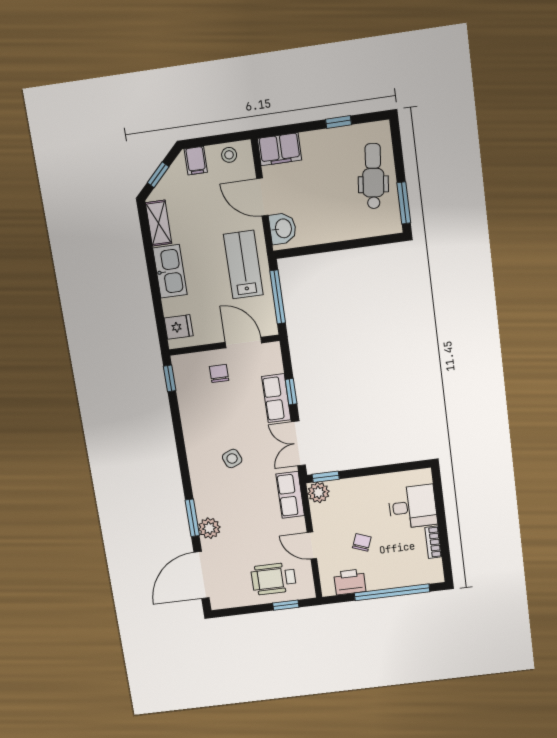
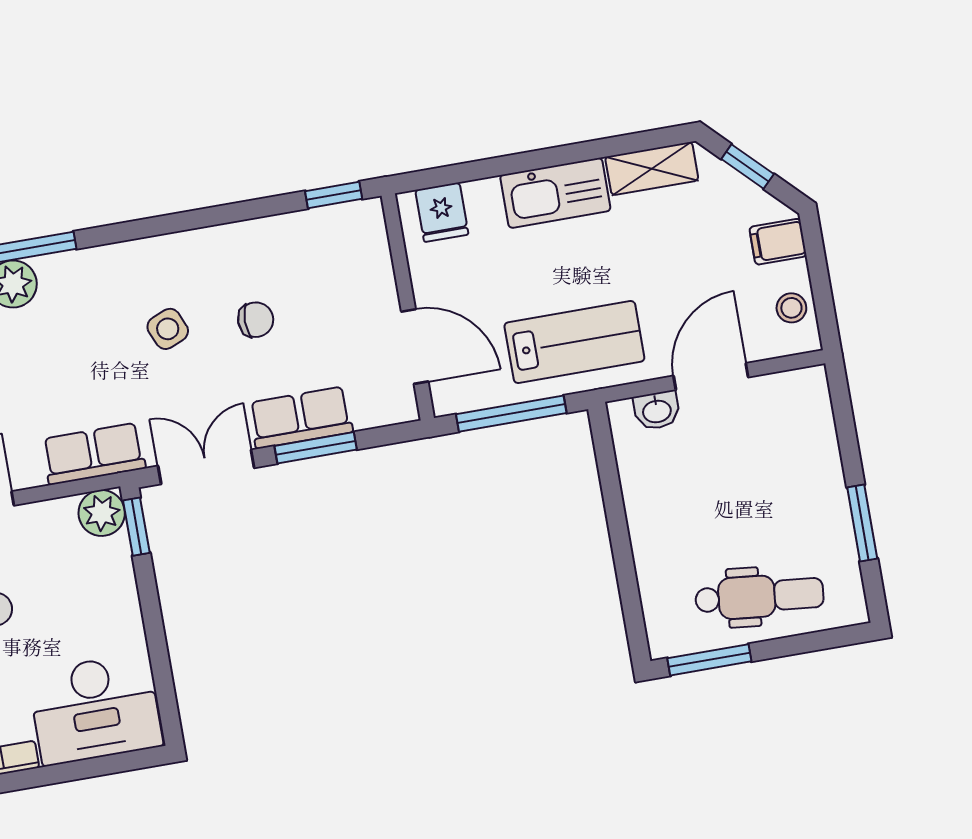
window: (339, 122) -> (862, 523), width x1.50
filing cabinet: (279, 149) -> (806, 408), removed
washbasin: (283, 228) -> (657, 410), width x0.72, depth x0.69
door: (243, 343) -> (415, 346), hinge flipped
chair: (219, 373) -> (256, 320), moved
window: (291, 392) -> (316, 448), width x1.50
desk: (413, 507) -> (95, 709), width x1.37

